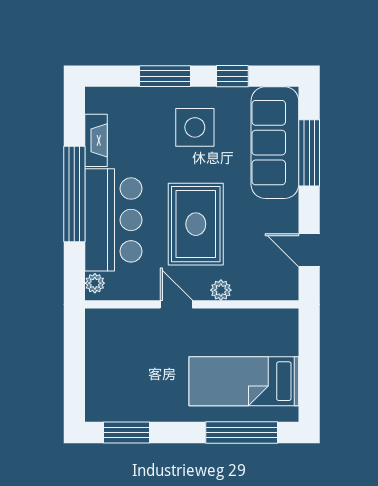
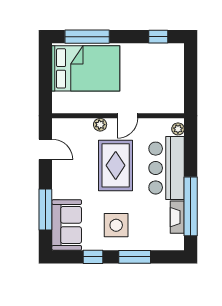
sofa: (275, 143) -> (67, 225), width x0.73
window: (74, 194) -> (191, 206), moved
door: (176, 304) -> (128, 116), hinge flipped
bed: (244, 381) -> (86, 68), width x1.50
window: (127, 432) -> (158, 37), width x0.67

